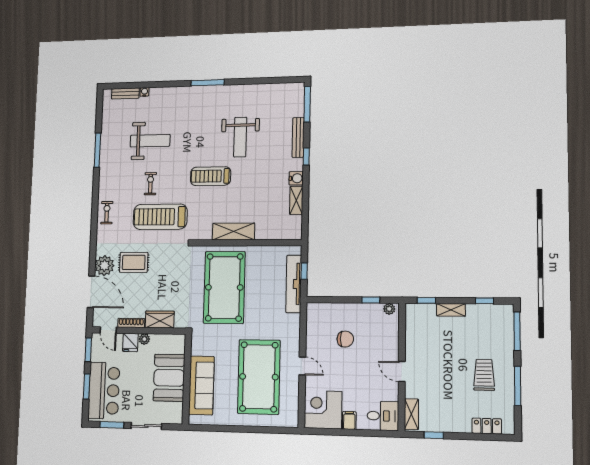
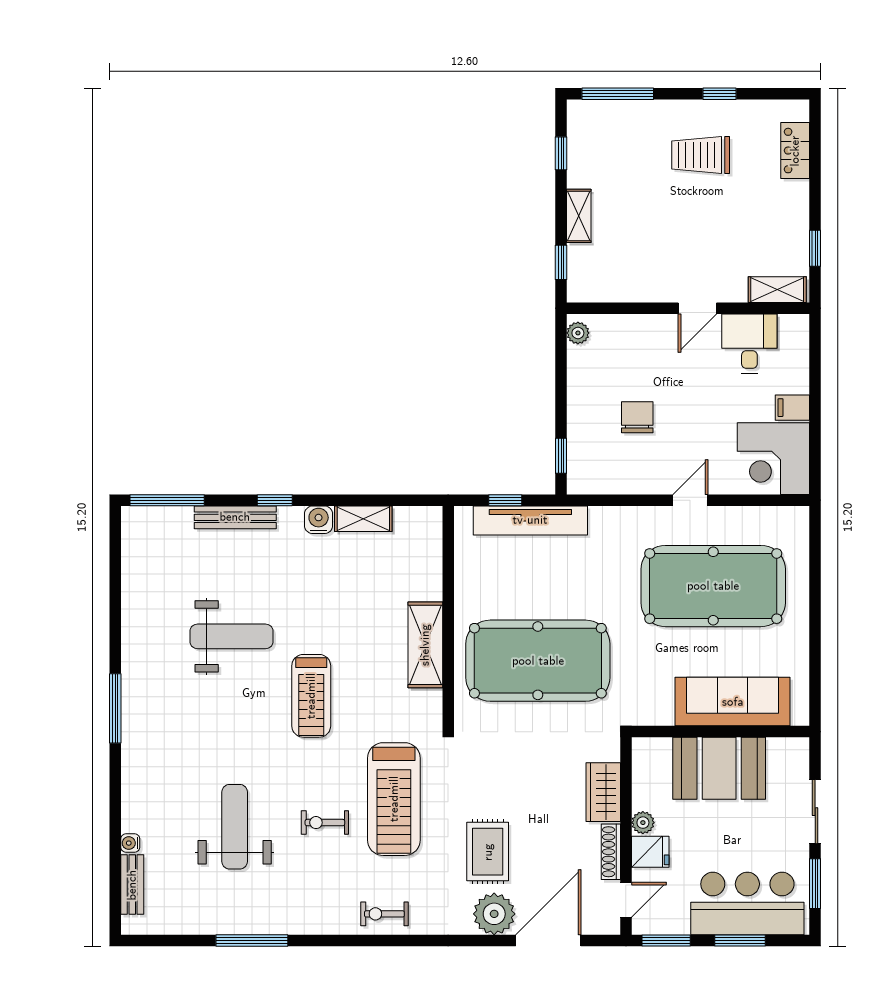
window: (371, 300) -> (561, 456), moved
window: (518, 386) -> (719, 94), width x0.46
desk: (383, 416) -> (749, 344), moved

